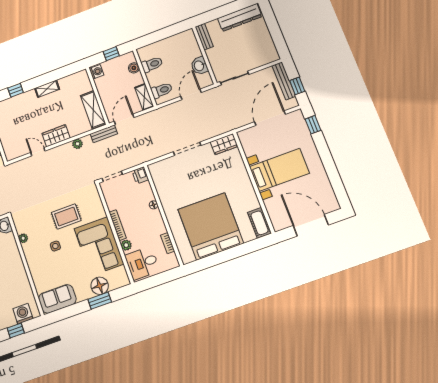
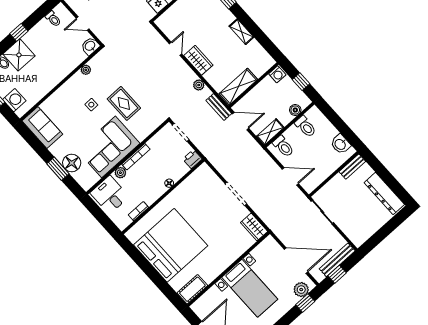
washbasin: (199, 66) -> (340, 144), moved, turned -90
plant: (299, 124) -> (301, 290), added

